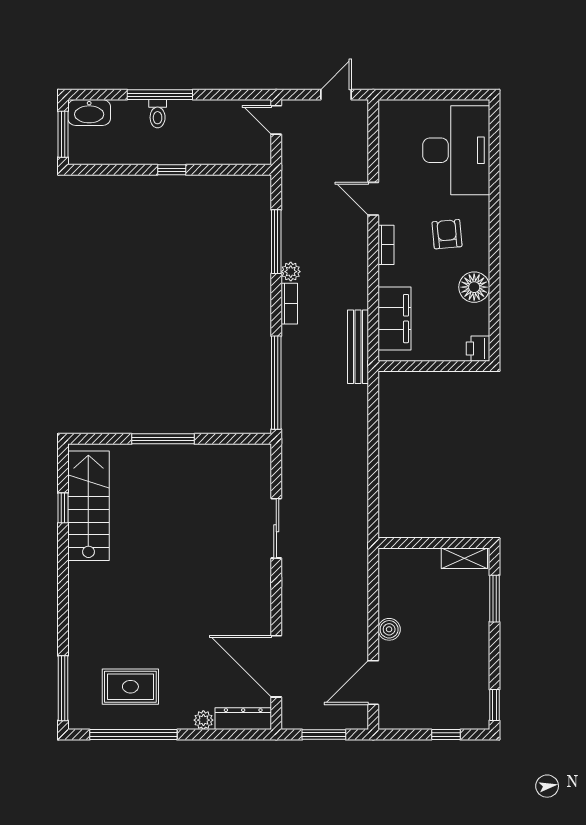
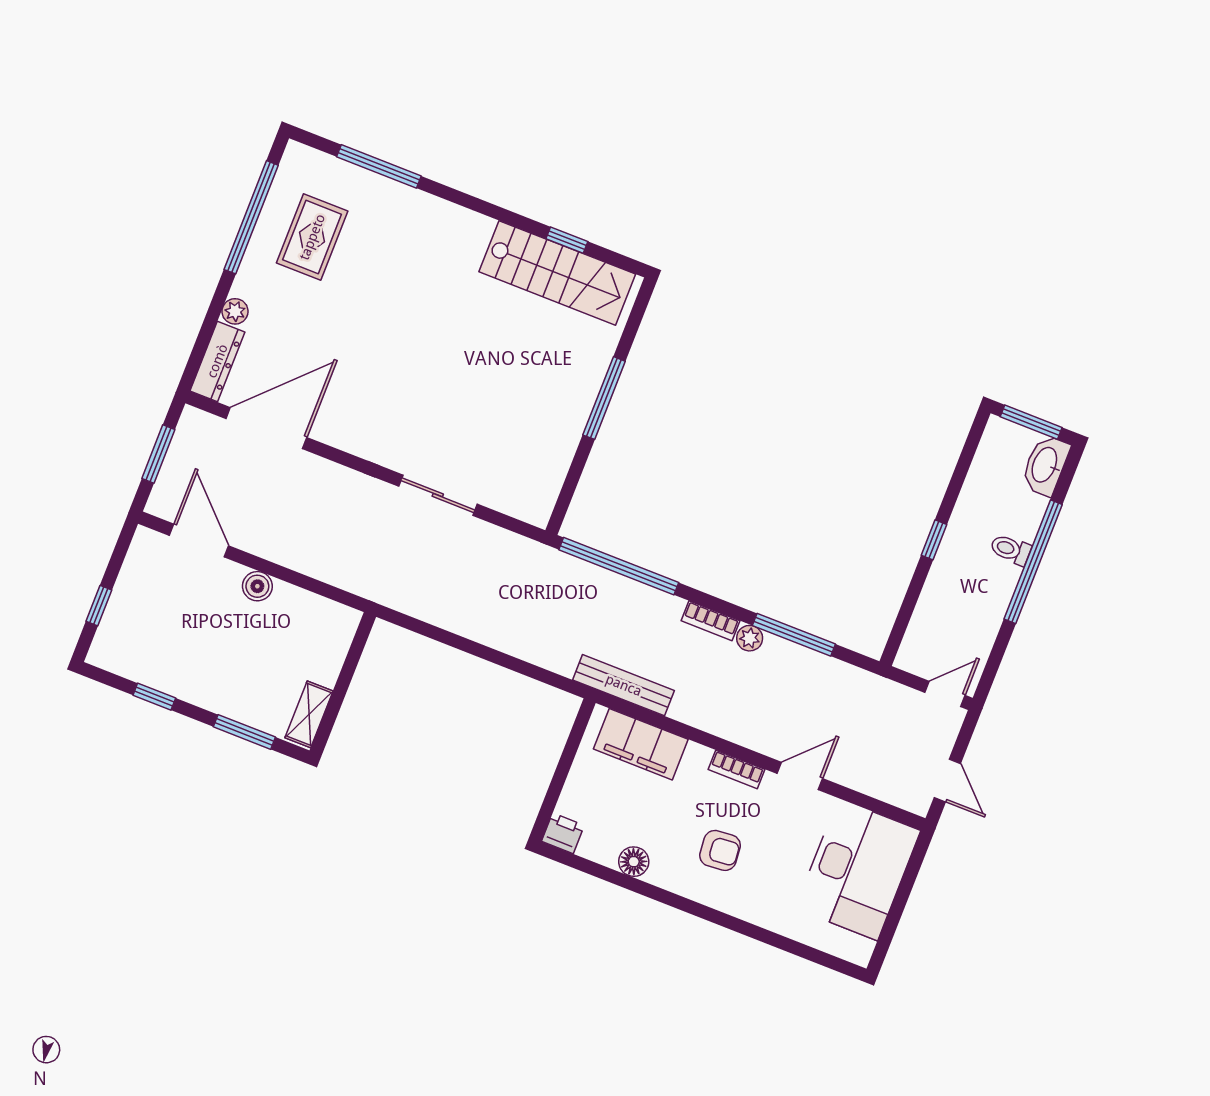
window: (160, 95) -> (1033, 562), width x1.46
desk: (456, 150) -> (858, 869), moved, turned -90
floor lamp: (474, 287) -> (634, 862), width x0.73, depth x0.73
window: (63, 688) -> (379, 166), moved
window: (494, 705) -> (154, 697), moved

